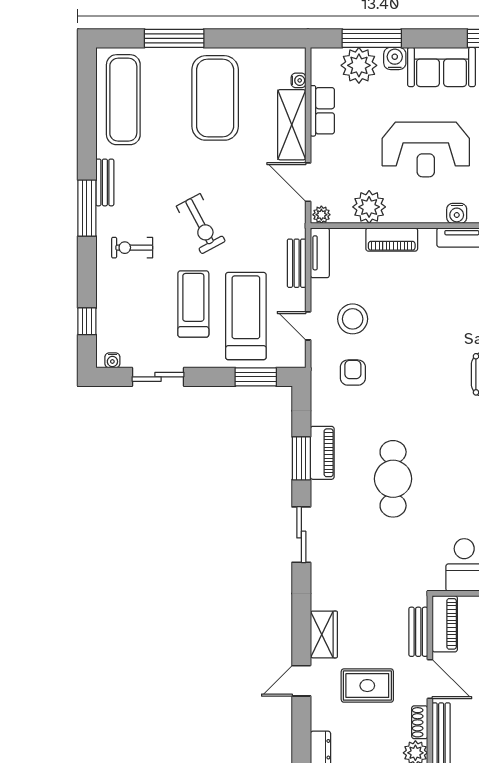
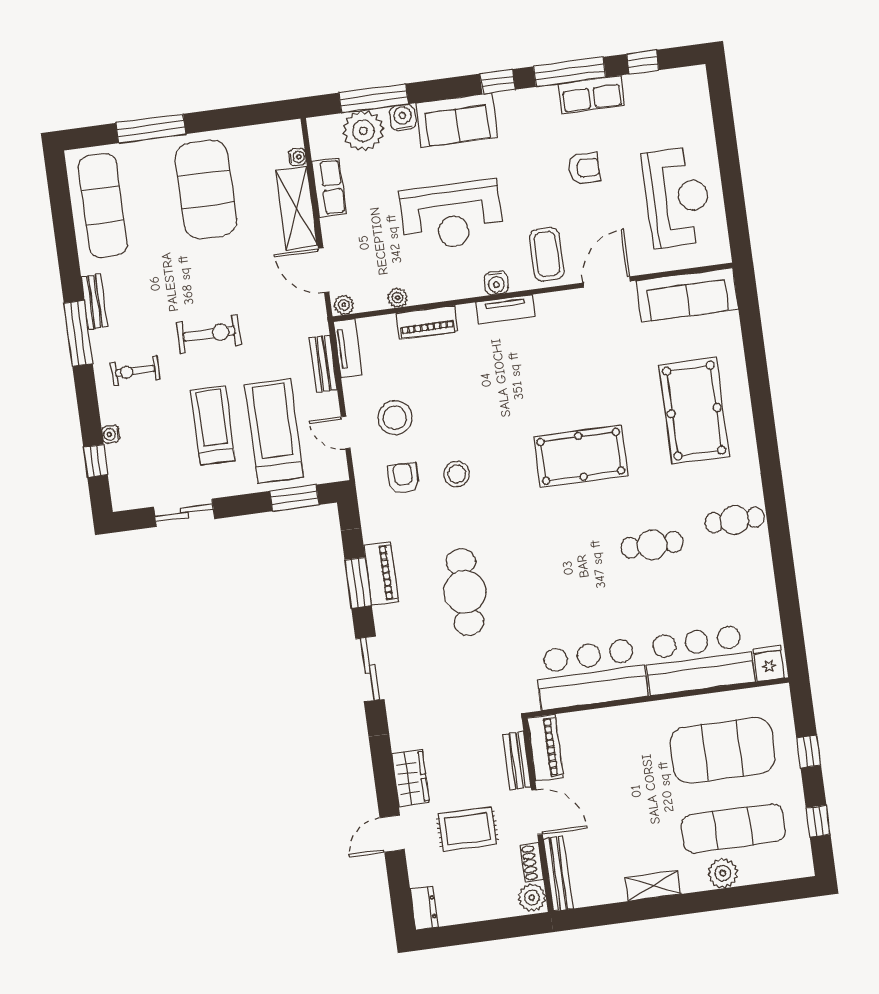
plant: (369, 207) -> (397, 298), width x0.53, depth x0.53
exercise bike: (201, 224) -> (209, 334), turned -62
water cooler: (112, 360) -> (111, 434), moved, turned 90
stool: (400, 375) -> (457, 474), added

